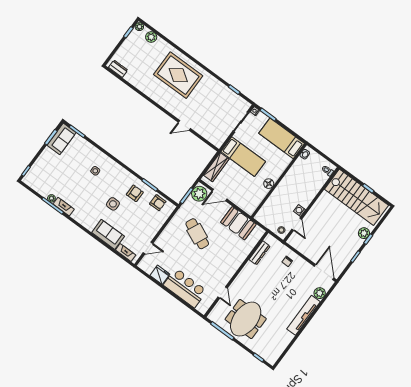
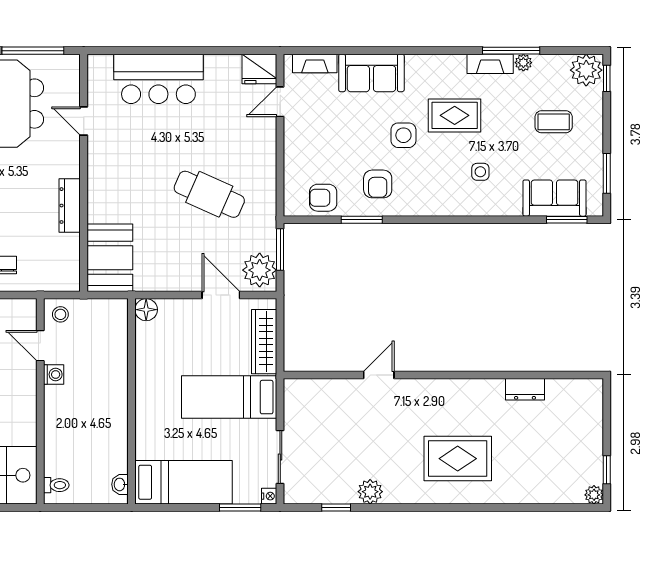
plant: (151, 37) -> (370, 492), moved
dresser: (118, 69) -> (525, 389), moved
rug: (178, 75) -> (458, 459), width x0.73, depth x0.69
sofa: (62, 139) -> (554, 198), moved, turned 90
coffee table: (56, 169) -> (554, 122), added
plant: (31, 179) -> (586, 70), added
floor lamp: (269, 184) -> (146, 310), moved
door: (219, 195) -> (221, 295), hinge flipped
rug: (90, 198) -> (455, 115), added
booth: (238, 223) -> (110, 258), moved, turned 90
dresser: (260, 253) -> (70, 206), moved
fridge: (160, 275) -> (259, 69), moved

